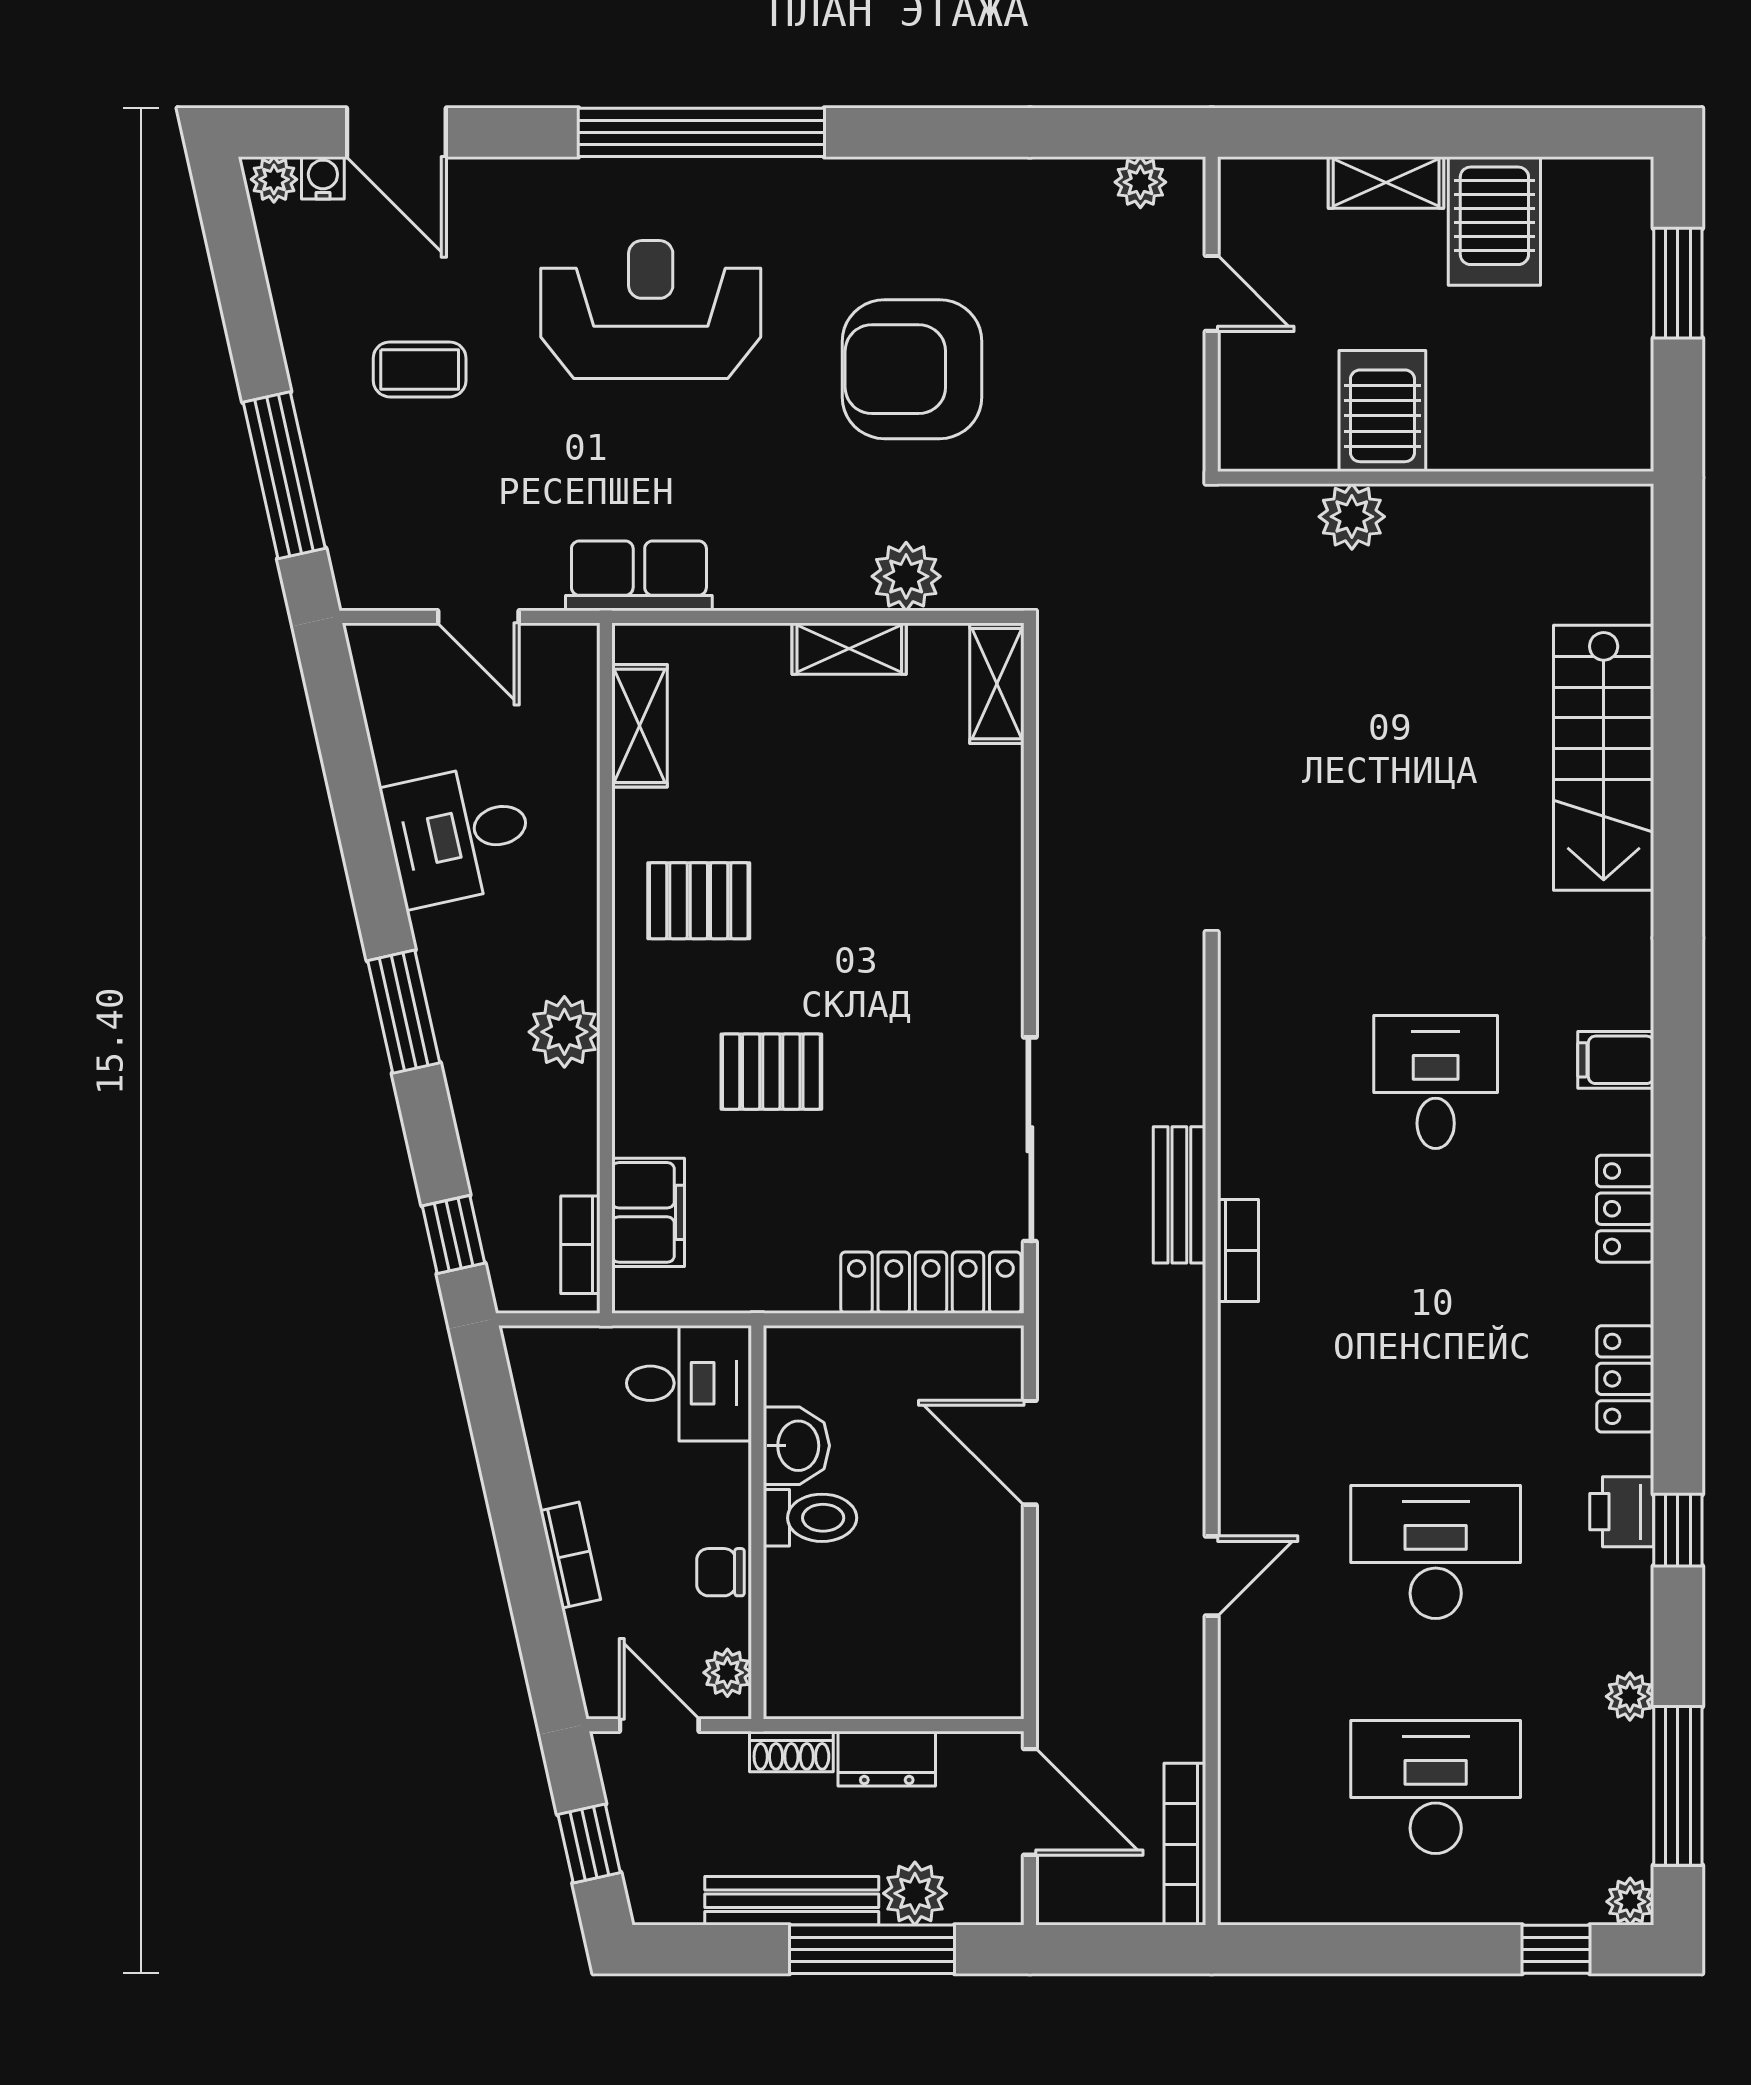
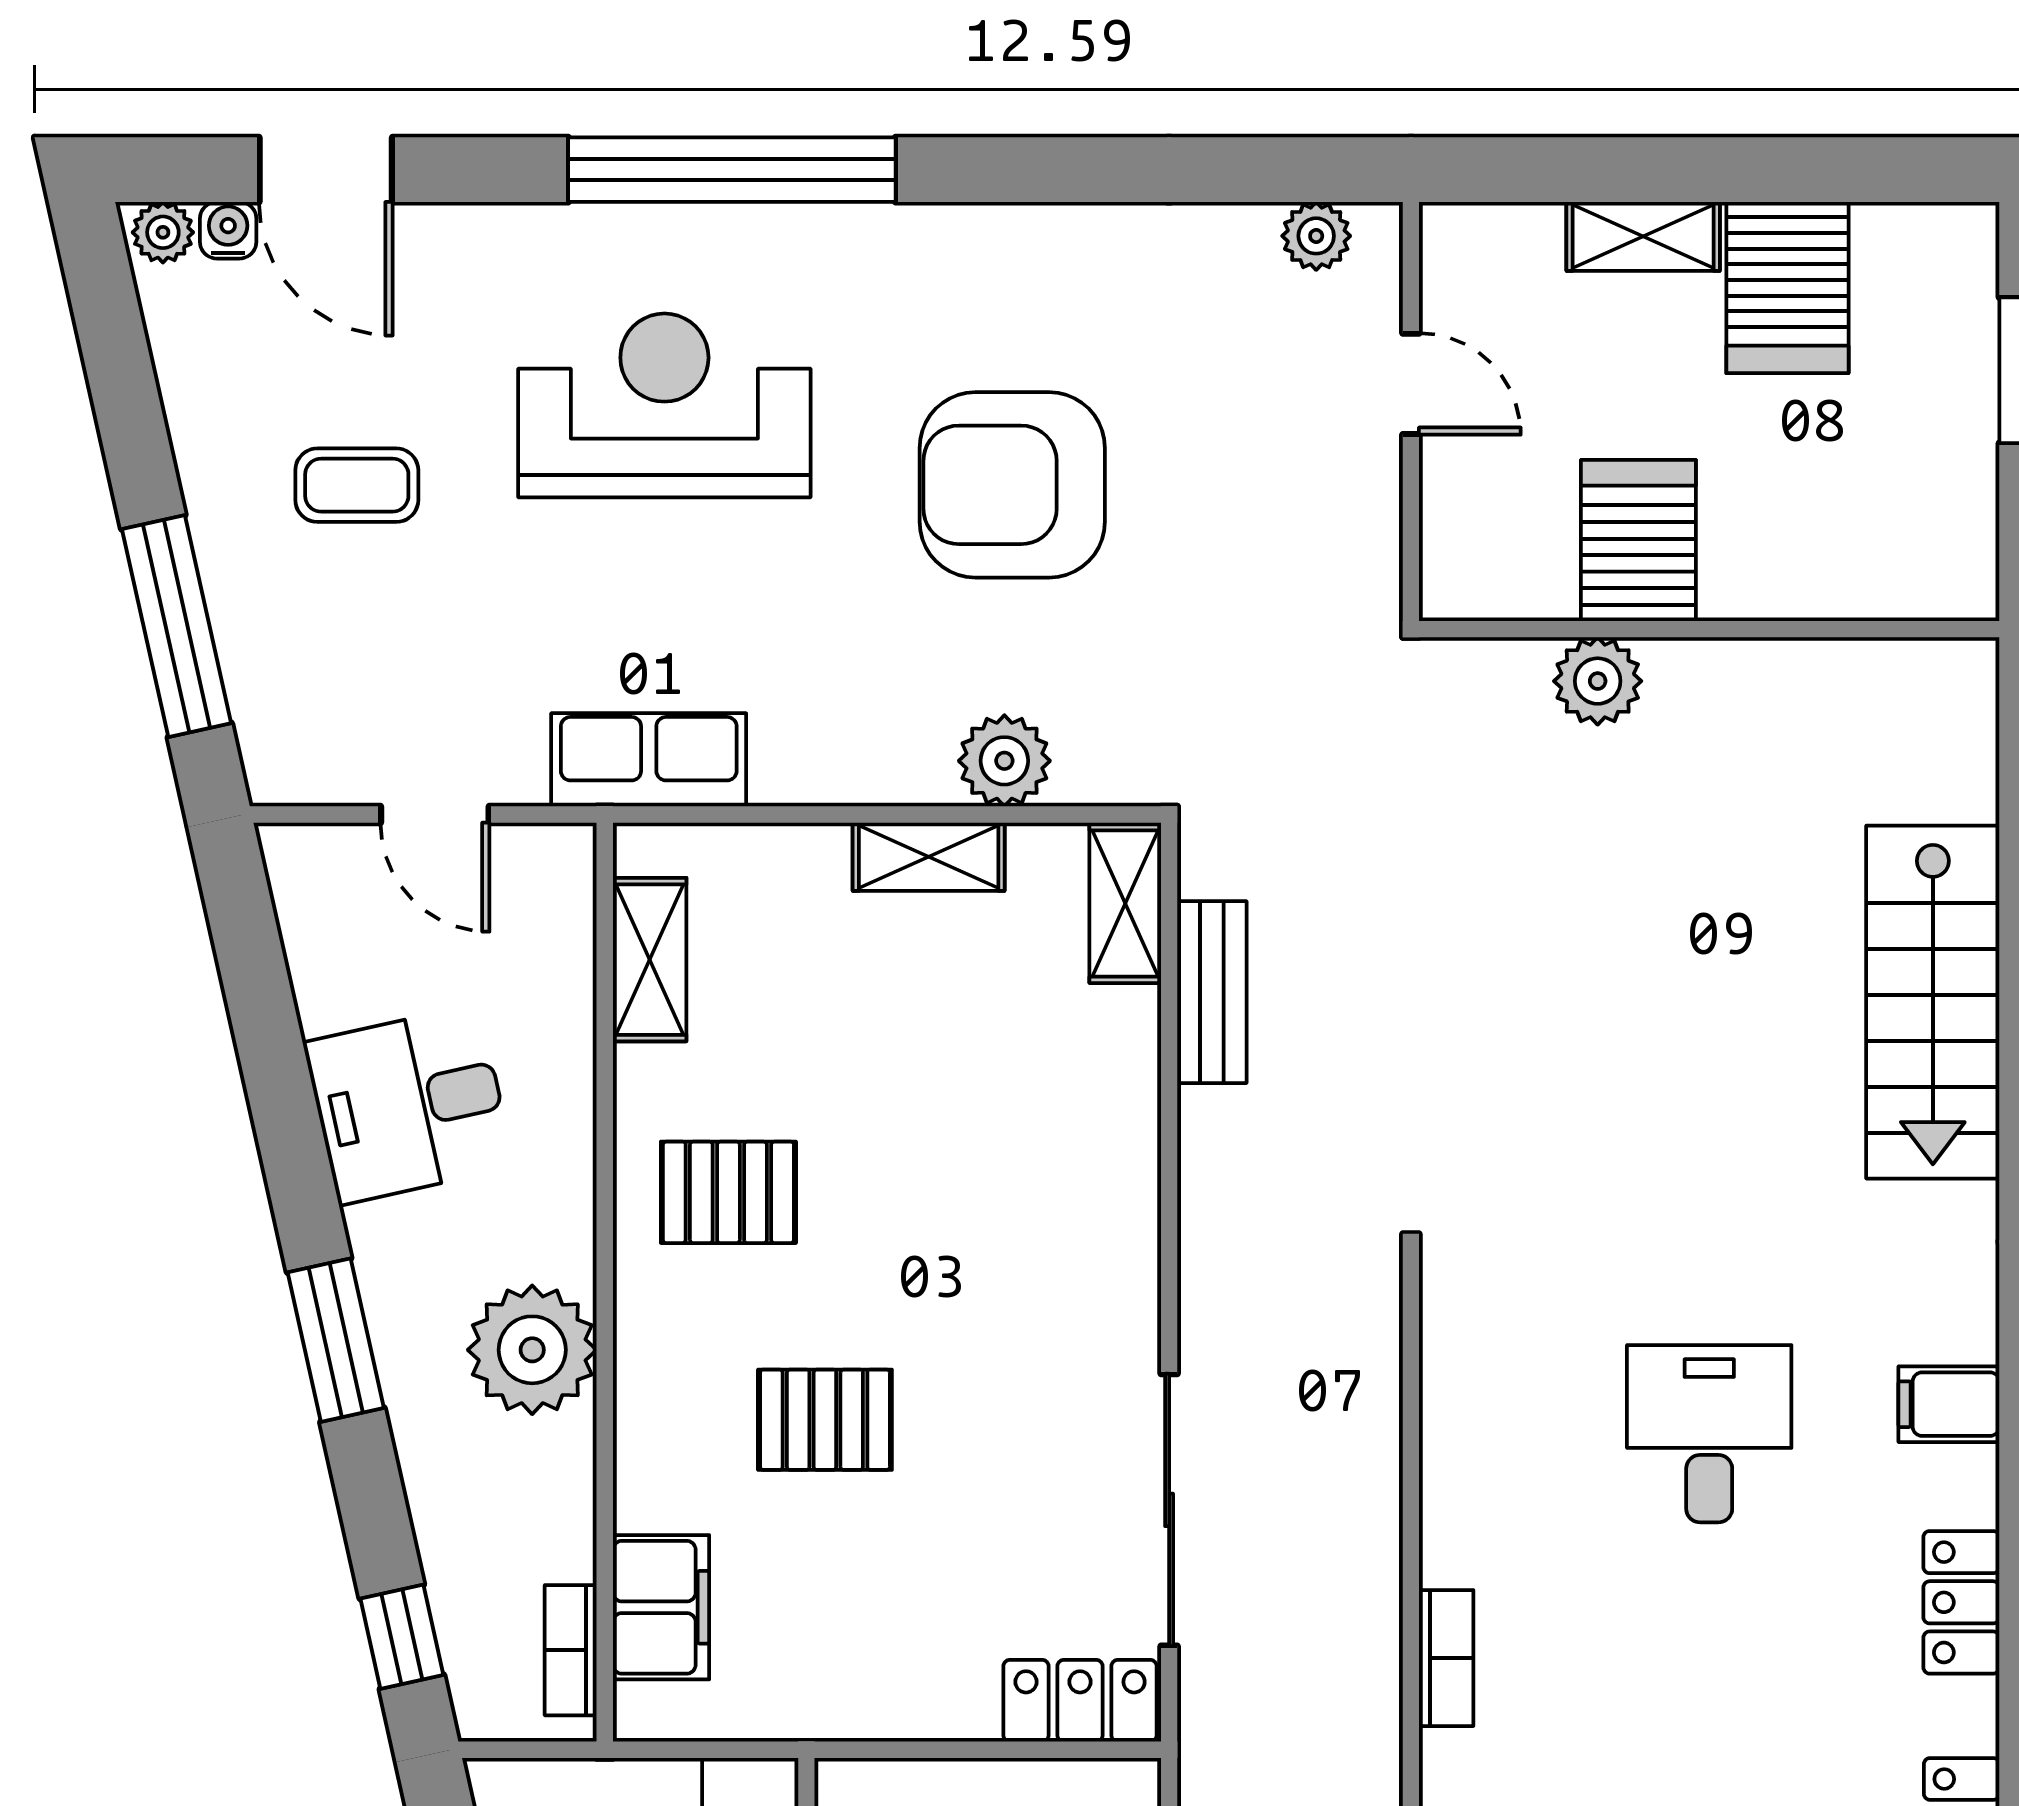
plant: (564, 1032) -> (532, 1350), width x1.36, depth x1.36
bench: (1179, 1195) -> (1212, 992), moved
locker: (931, 1283) -> (1080, 1701), width x0.66

